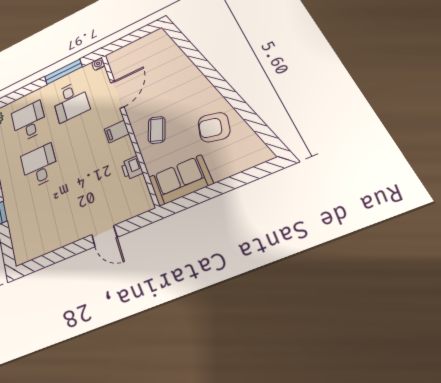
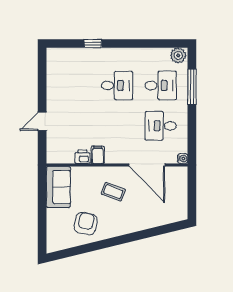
window: (63, 72) -> (192, 87), moved
door: (117, 95) -> (147, 165), width x1.36
coffee table: (157, 130) -> (113, 192), moved
filing cabinet: (117, 132) -> (98, 155), moved

